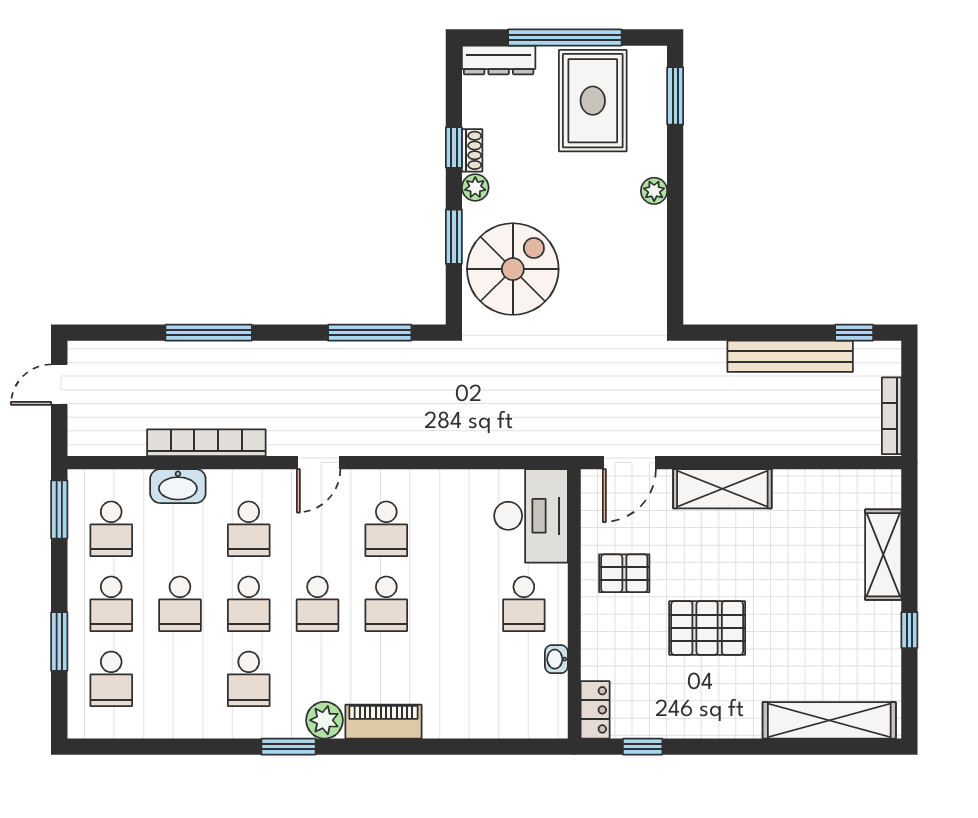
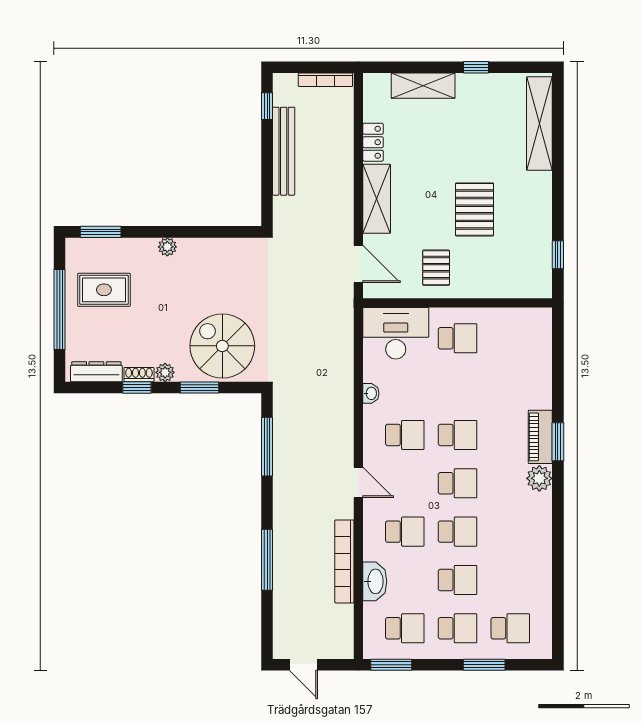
dresser: (499, 60) -> (96, 372), moved, turned -90
rug: (593, 101) -> (104, 290), width x0.73, depth x0.70
washbasin: (556, 659) -> (371, 393), moved, turned -90
school desk: (249, 679) -> (510, 532), removed
locker: (595, 710) -> (373, 142), moved, turned 90
window: (289, 747) -> (558, 442), moved

